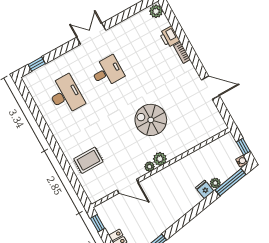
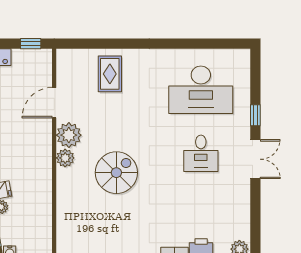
window: (37, 64) -> (255, 115), moved
desk: (66, 95) -> (201, 90), width x1.36, depth x1.30
plant: (150, 167) -> (69, 135), width x1.88, depth x1.88

